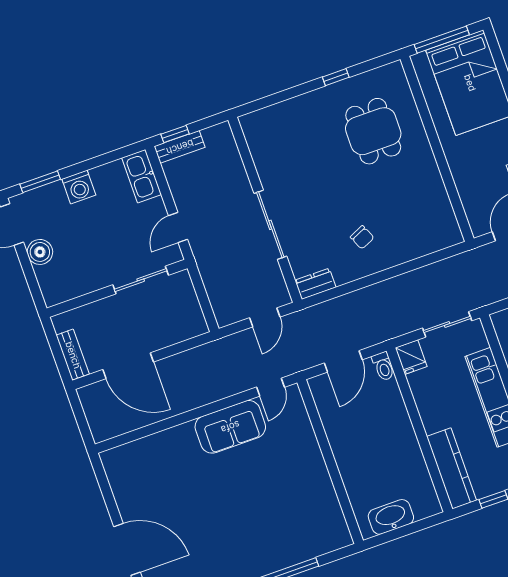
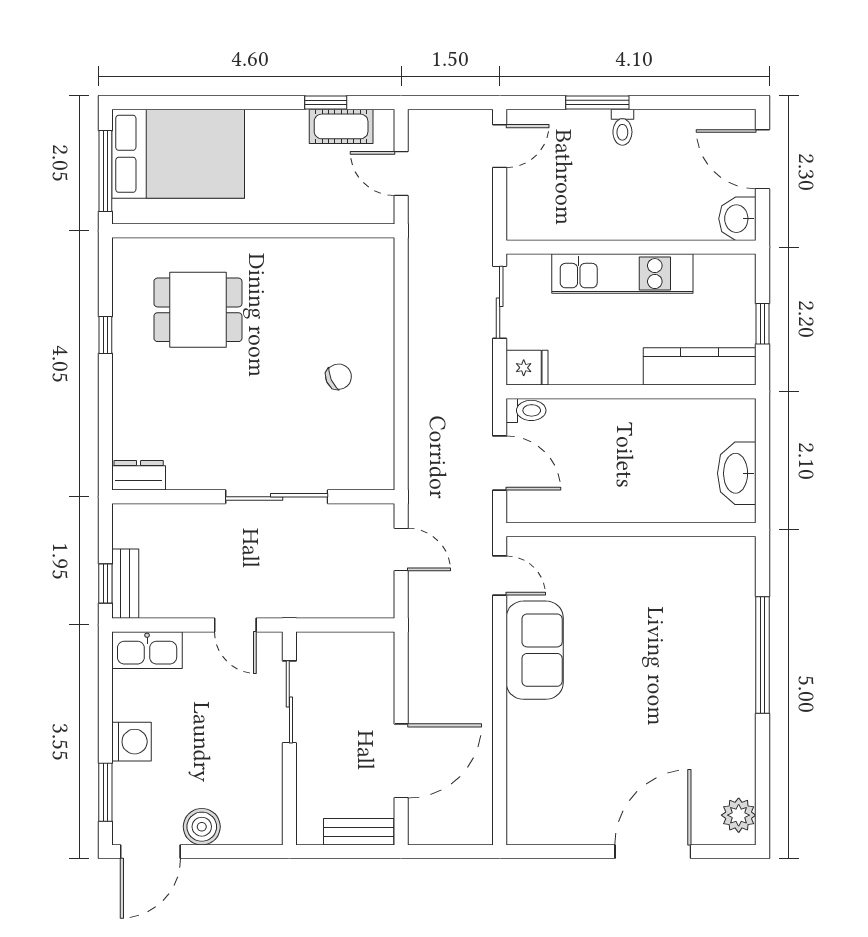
dresser: (315, 284) -> (139, 475), moved, turned 90

